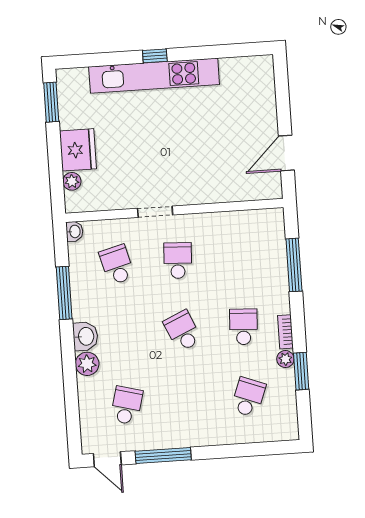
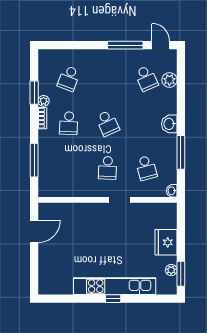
plant: (72, 181) -> (171, 270), moved
plant: (87, 364) -> (169, 80), moved
school desk: (126, 405) -> (146, 78), turned -39

